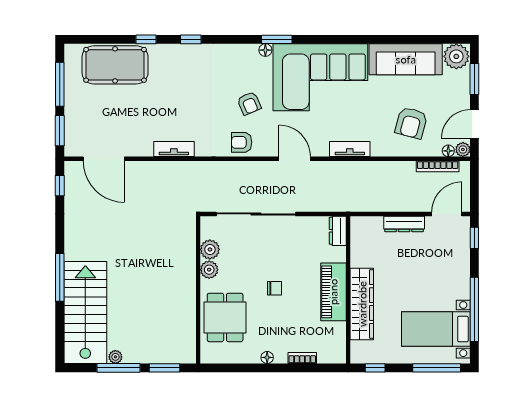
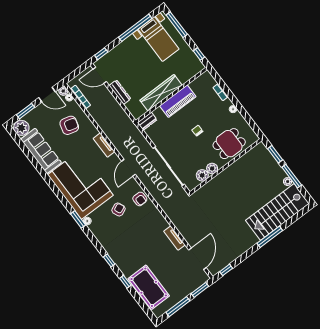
tv unit: (174, 149) -> (174, 238), moved
wardrobe: (362, 304) -> (161, 93), moved

